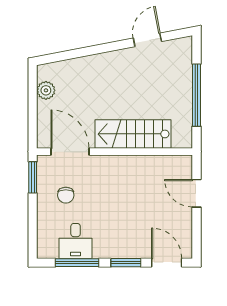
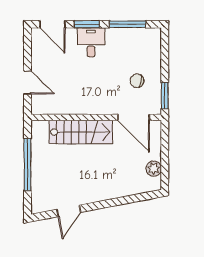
chair: (66, 195) -> (137, 81), turned -80
desk: (76, 241) -> (91, 42), moved

